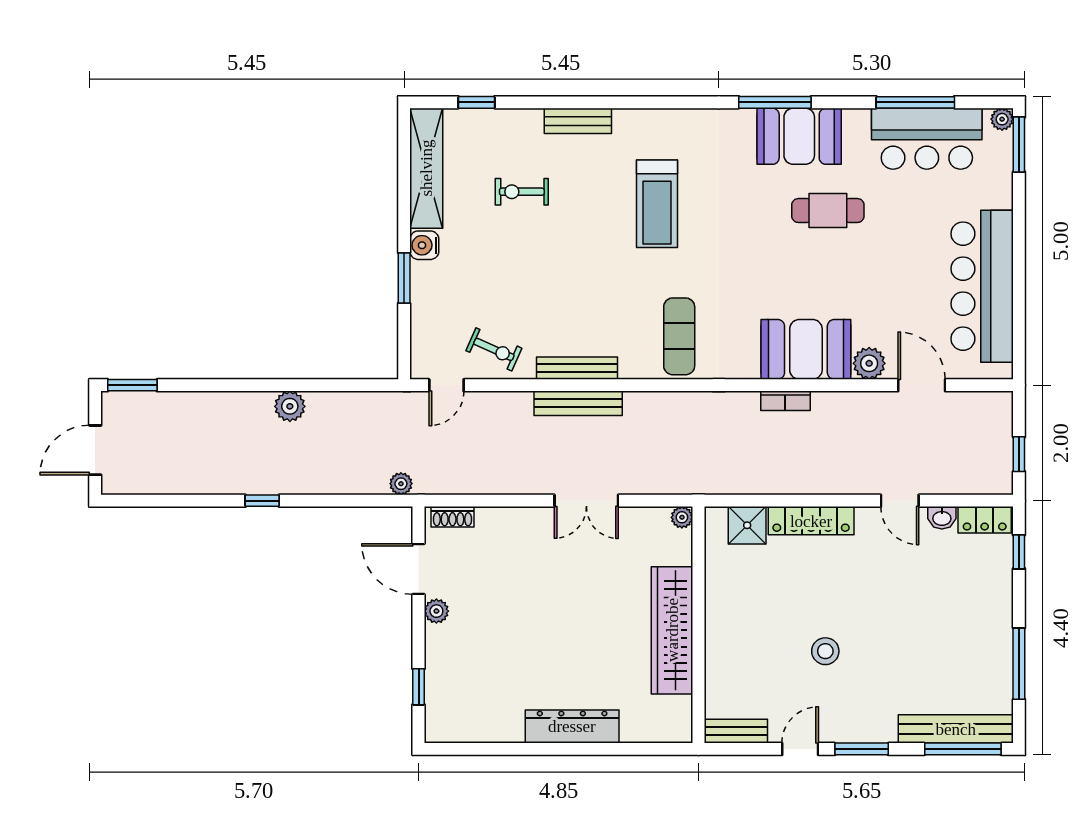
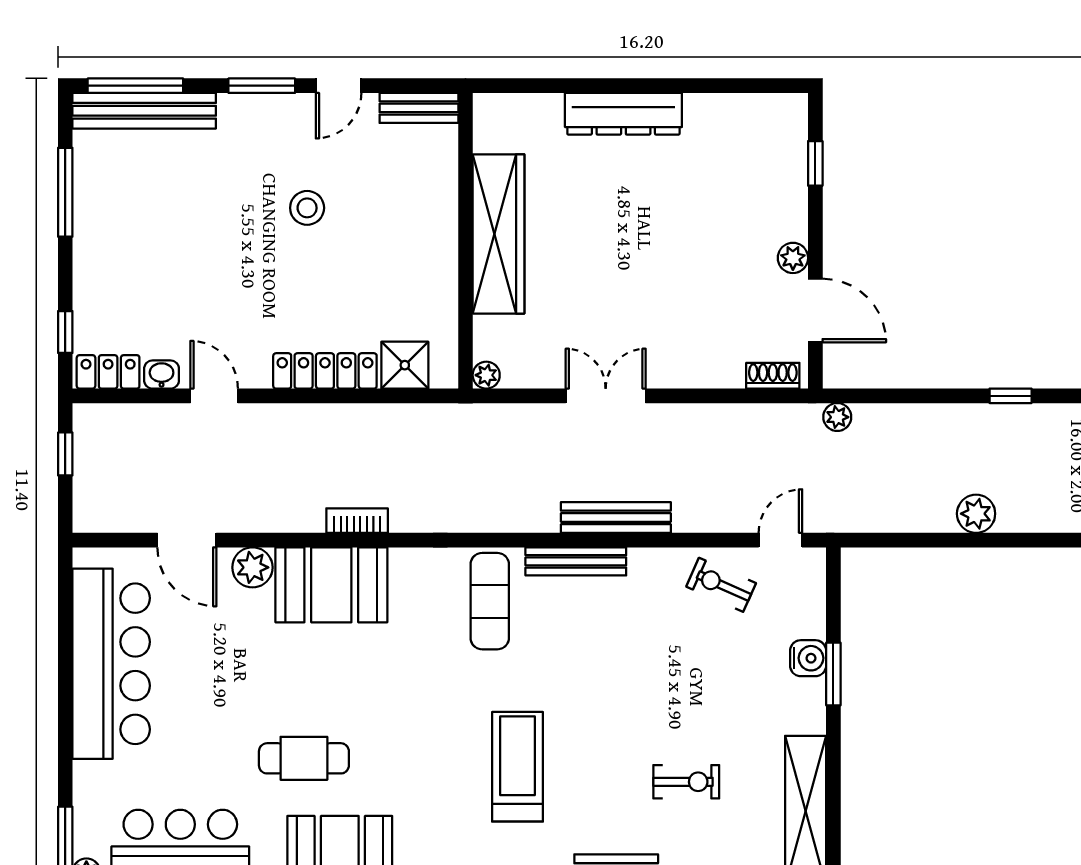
water cooler: (424, 245) -> (808, 658), moved
bench: (577, 368) -> (576, 561), moved

